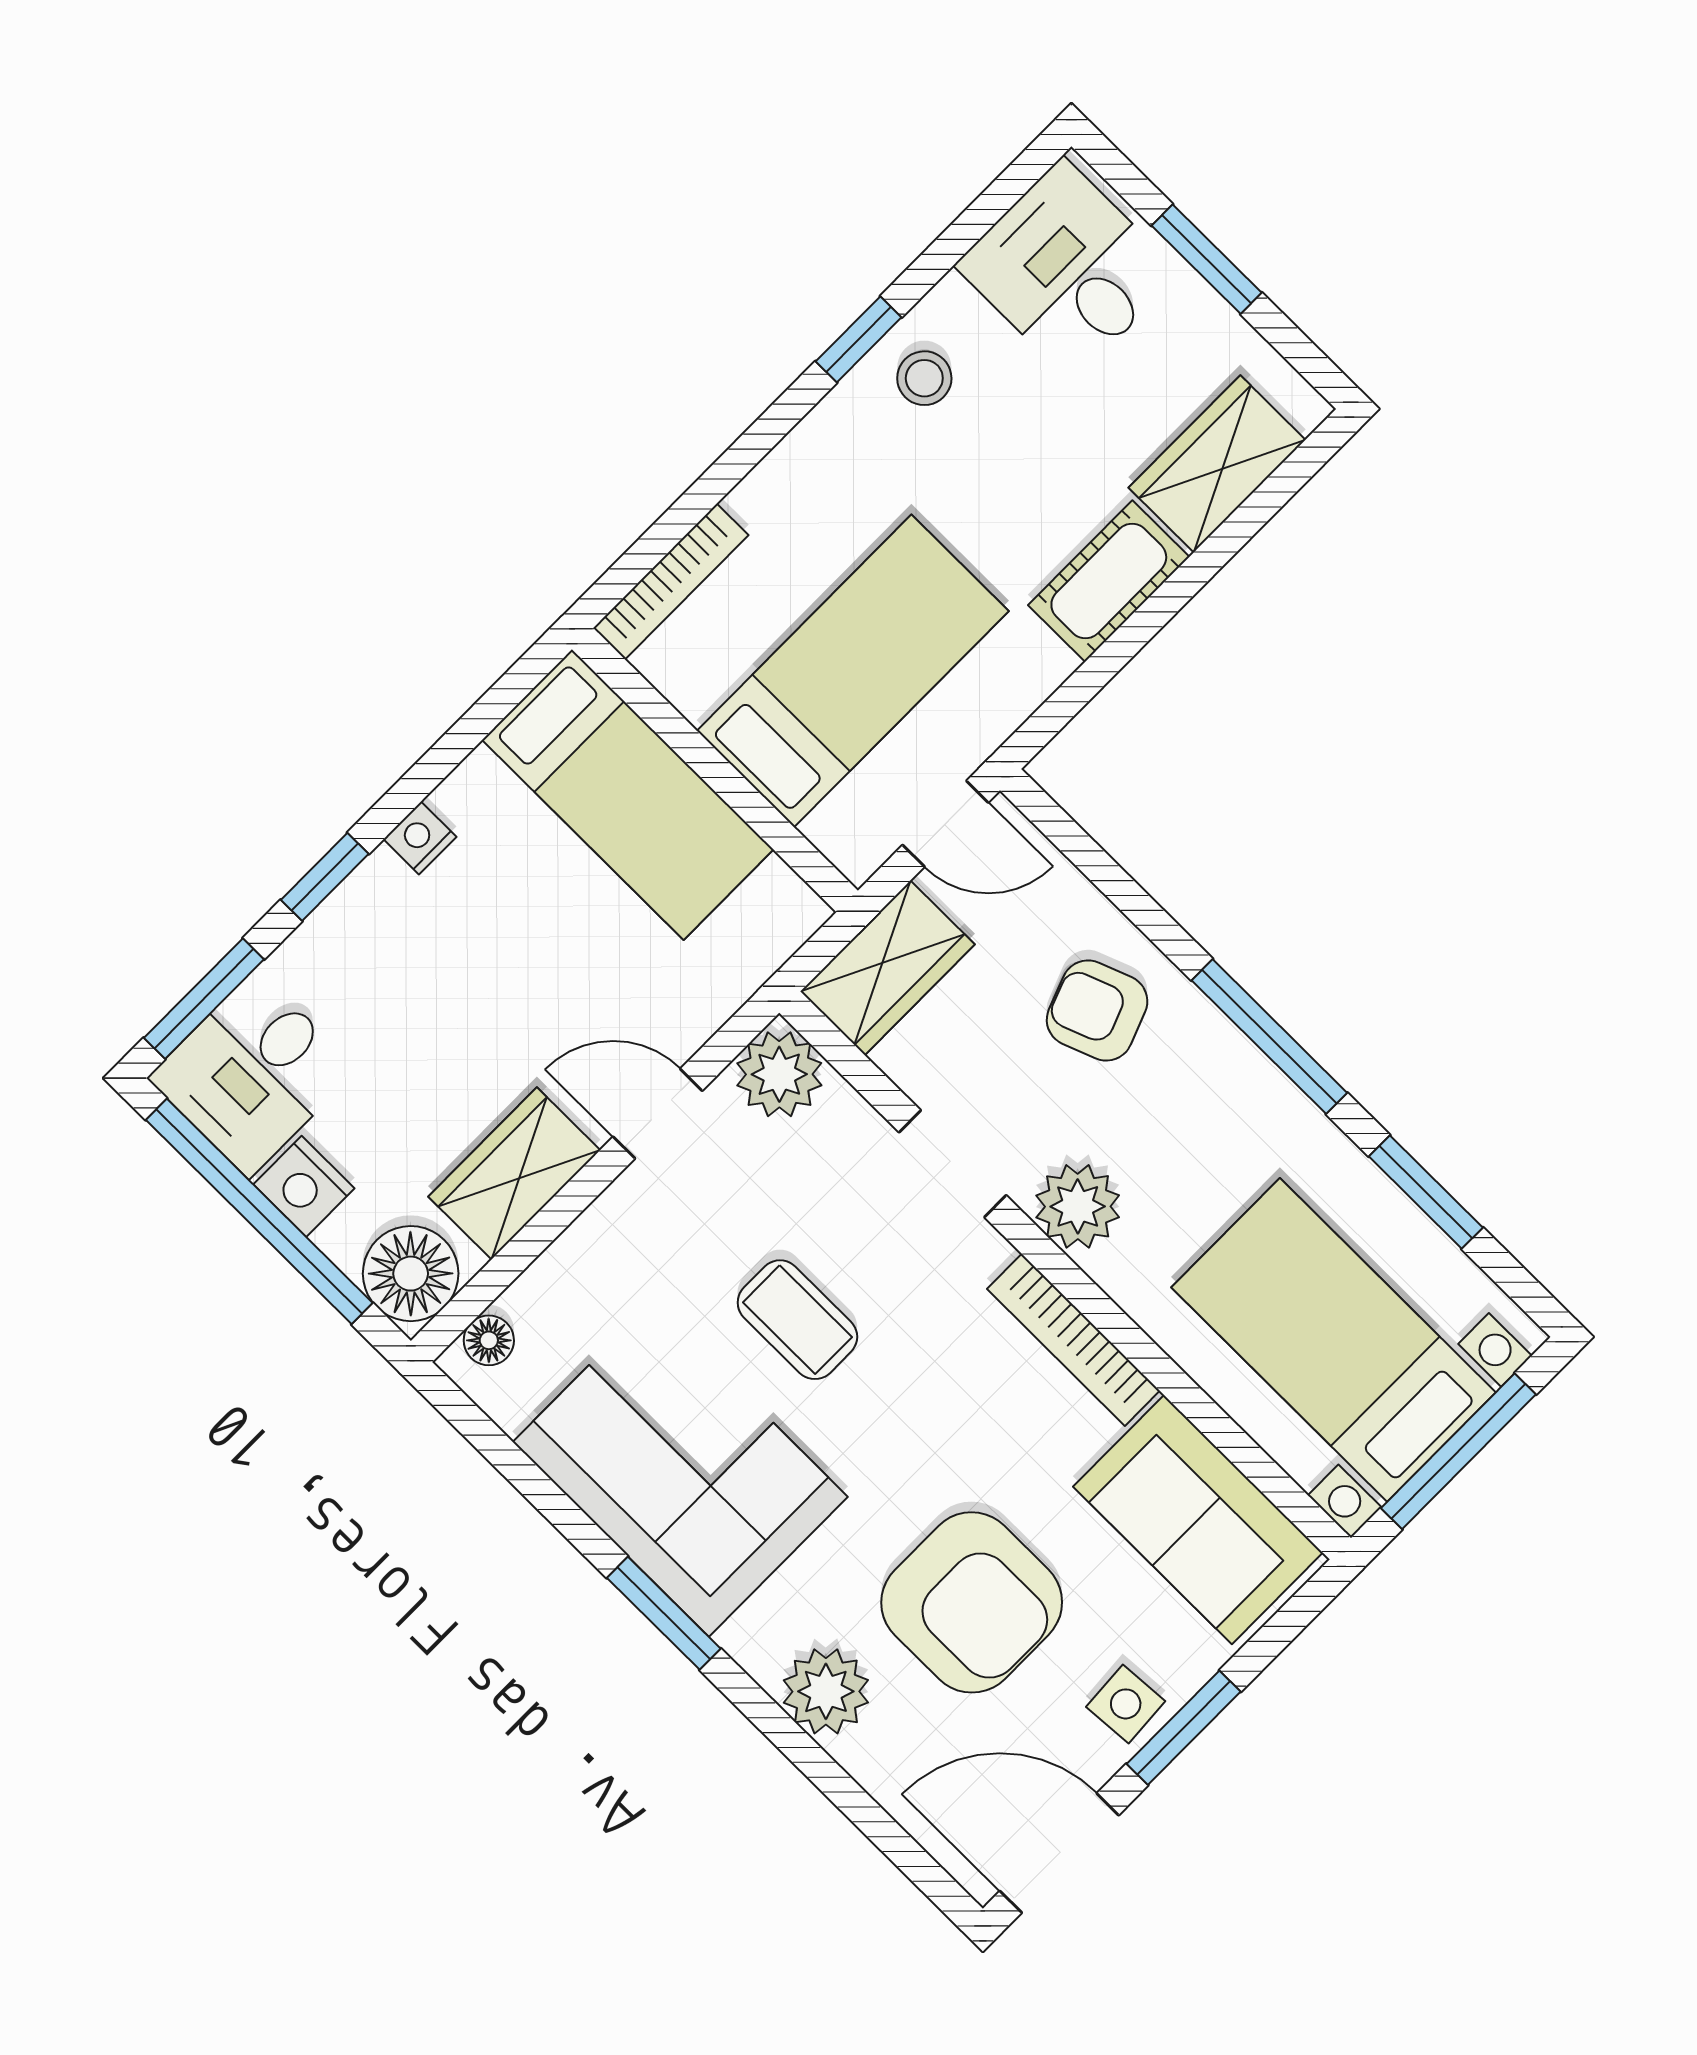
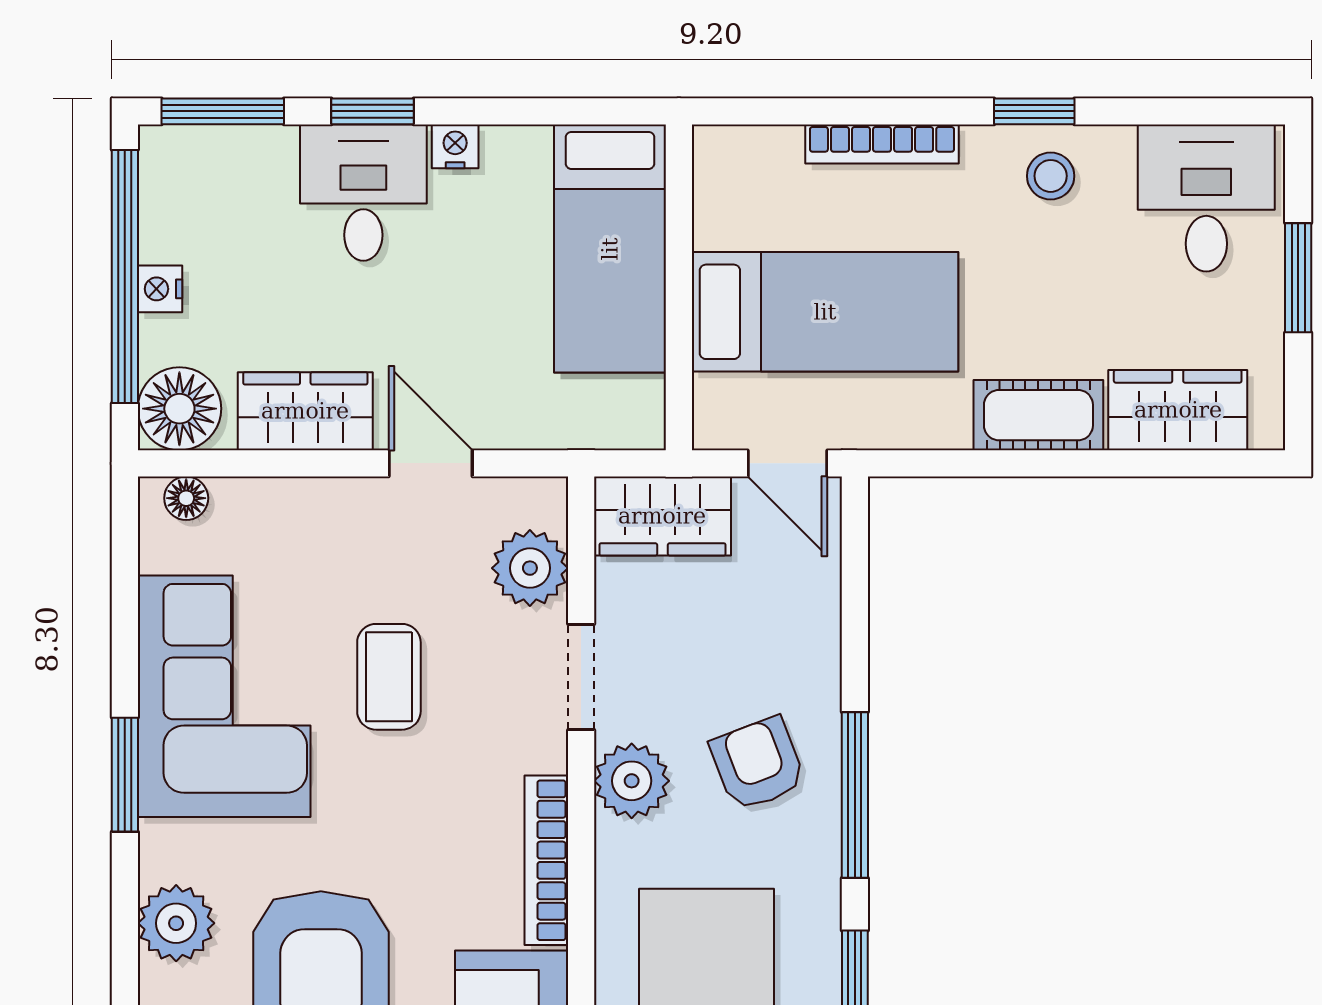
bookcase: (671, 582) -> (882, 144), moved
armchair: (1097, 1011) -> (758, 764), moved
desk: (253, 1074) -> (363, 193), moved, turned 90
plant: (779, 1074) -> (530, 568), moved
nightstand: (304, 1186) -> (160, 289), width x0.72, depth x0.74

